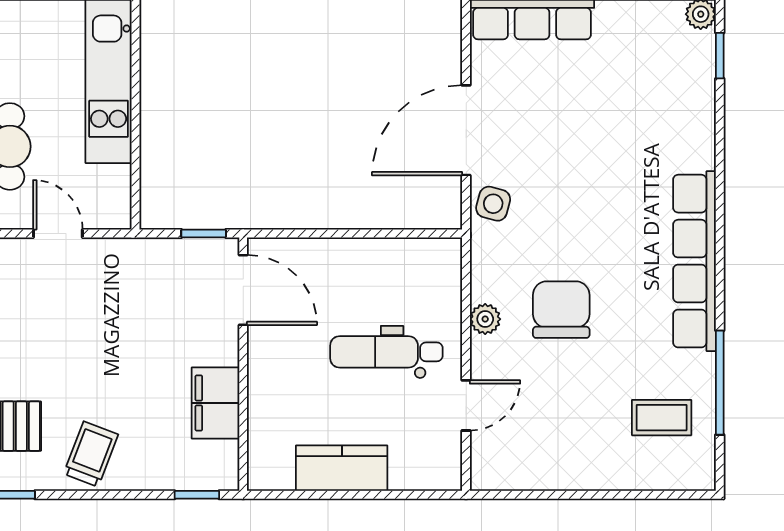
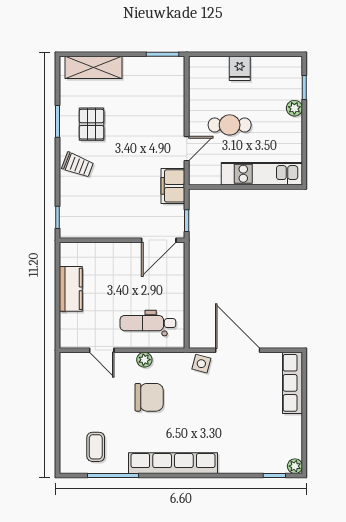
dental chair: (386, 352) -> (148, 323), moved, turned -90
filing cabinet: (215, 403) -> (173, 186), moved, turned -90

